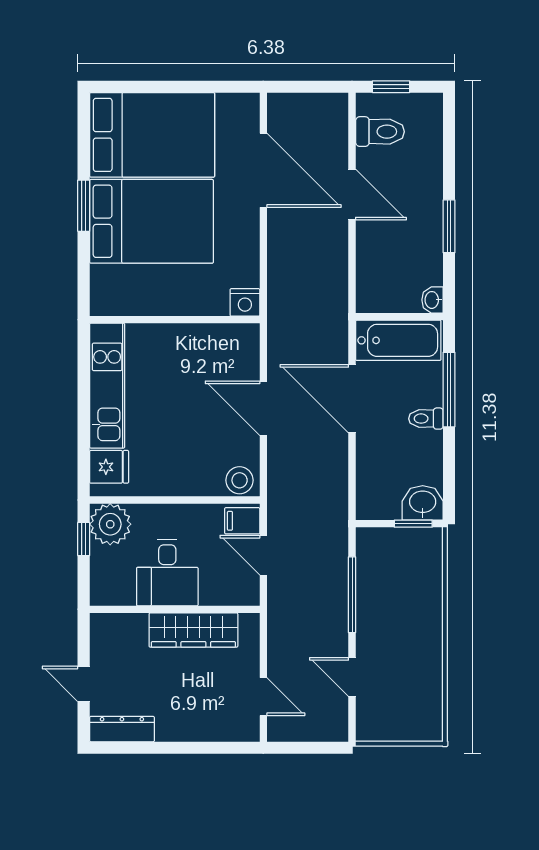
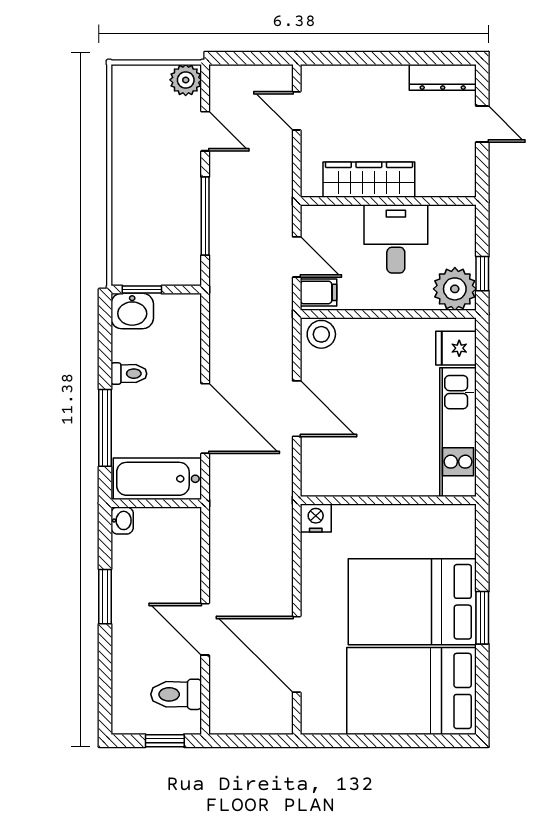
toilet: (426, 419) -> (129, 374), moved
plant: (371, 727) -> (186, 80), added

